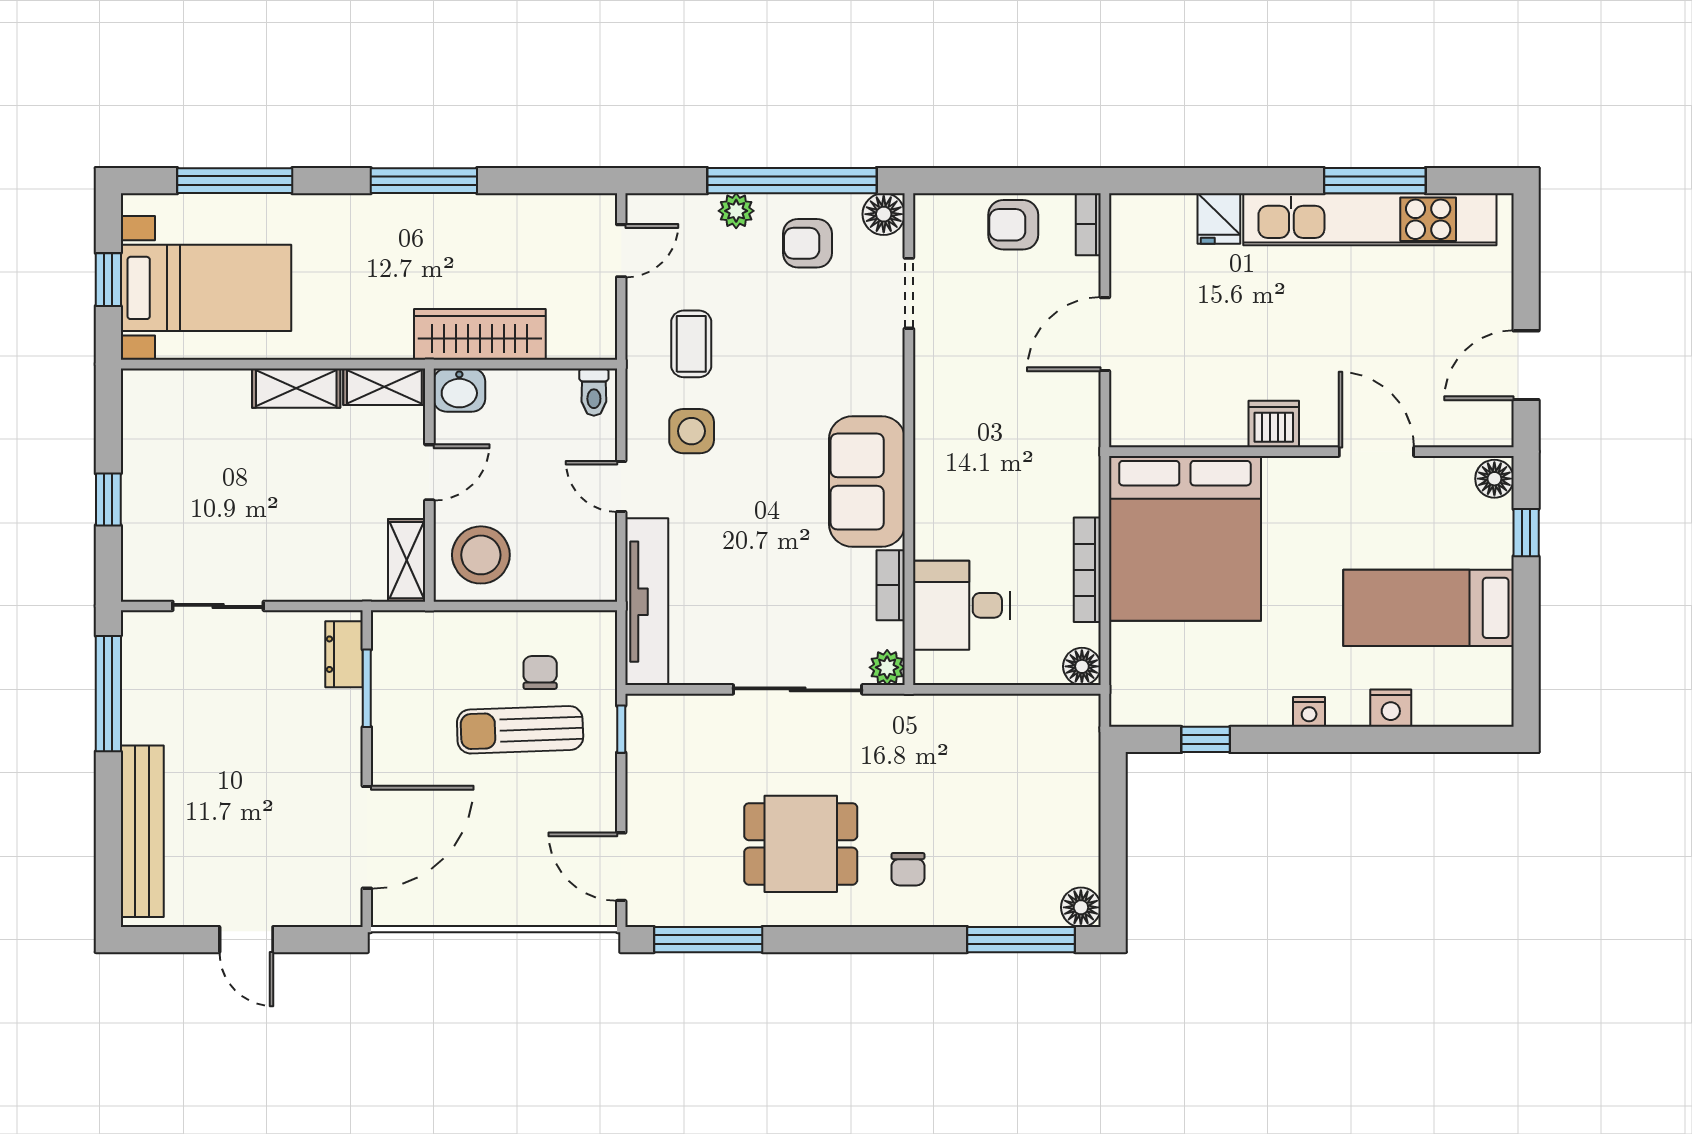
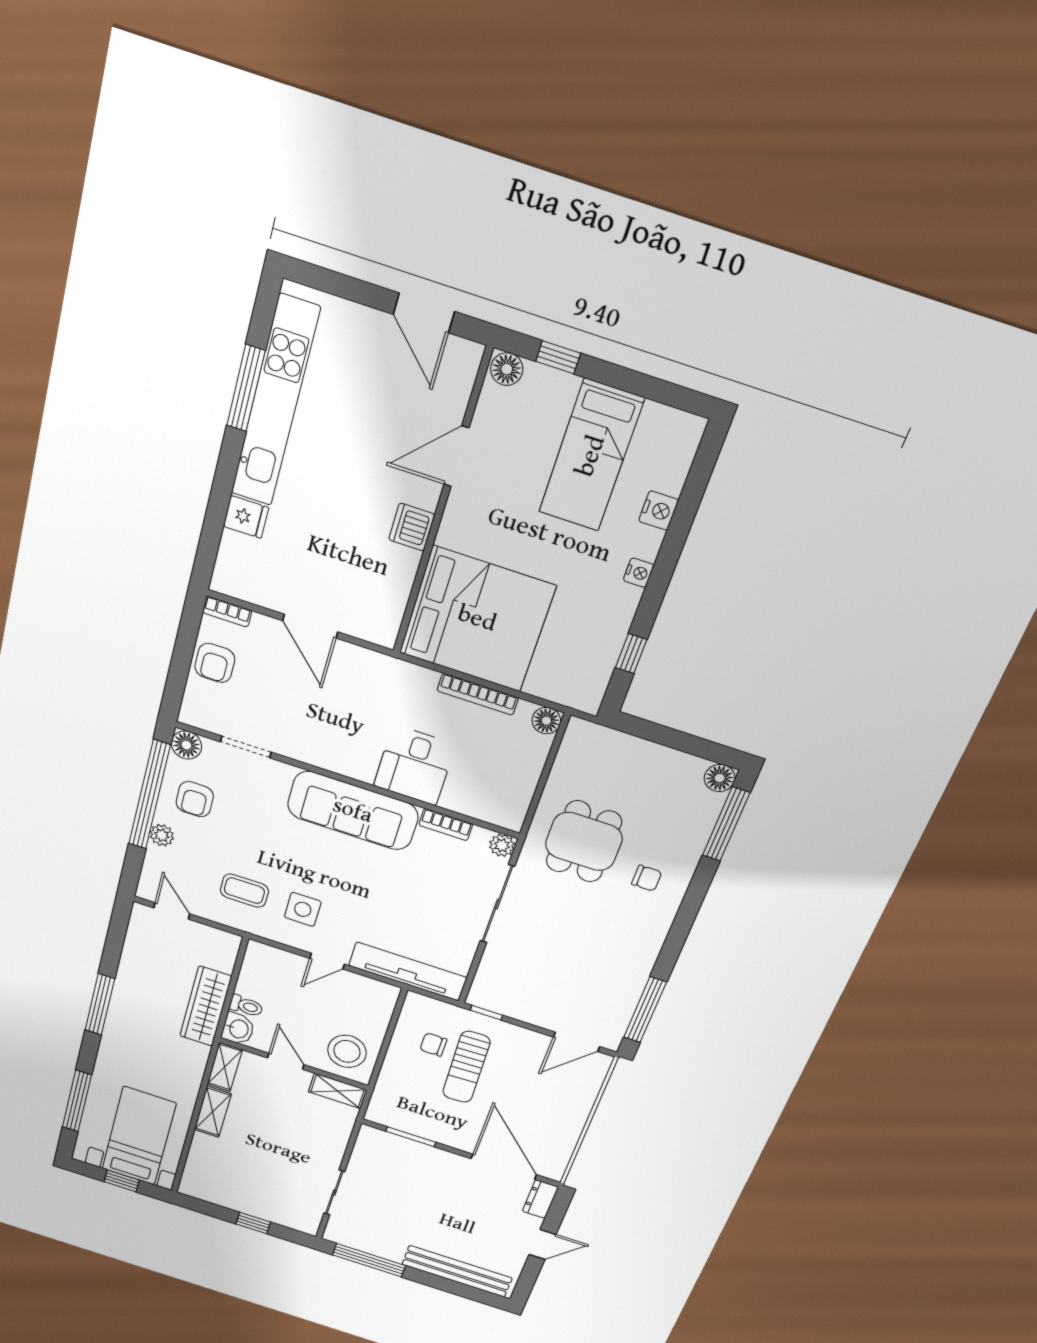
toilet: (594, 392) -> (246, 1006), moved
sofa: (867, 482) -> (353, 811), width x1.36
desk: (961, 605) -> (415, 765), moved
dresser: (344, 654) -> (540, 1199), moved, turned 90
dining table: (801, 844) -> (584, 841), moved

